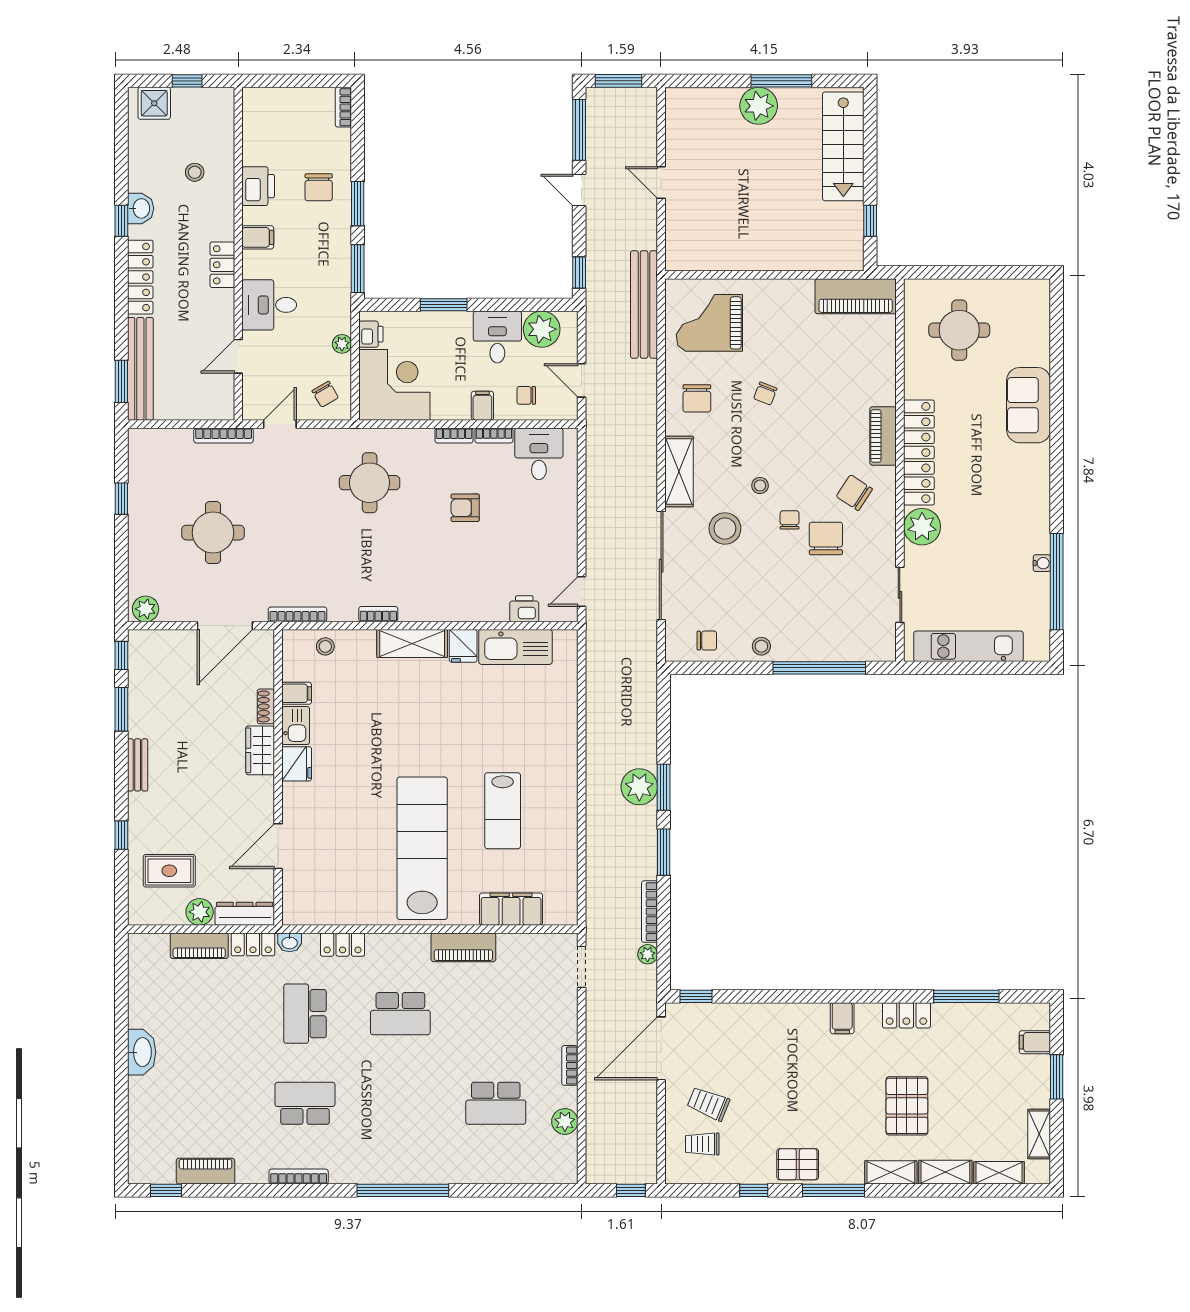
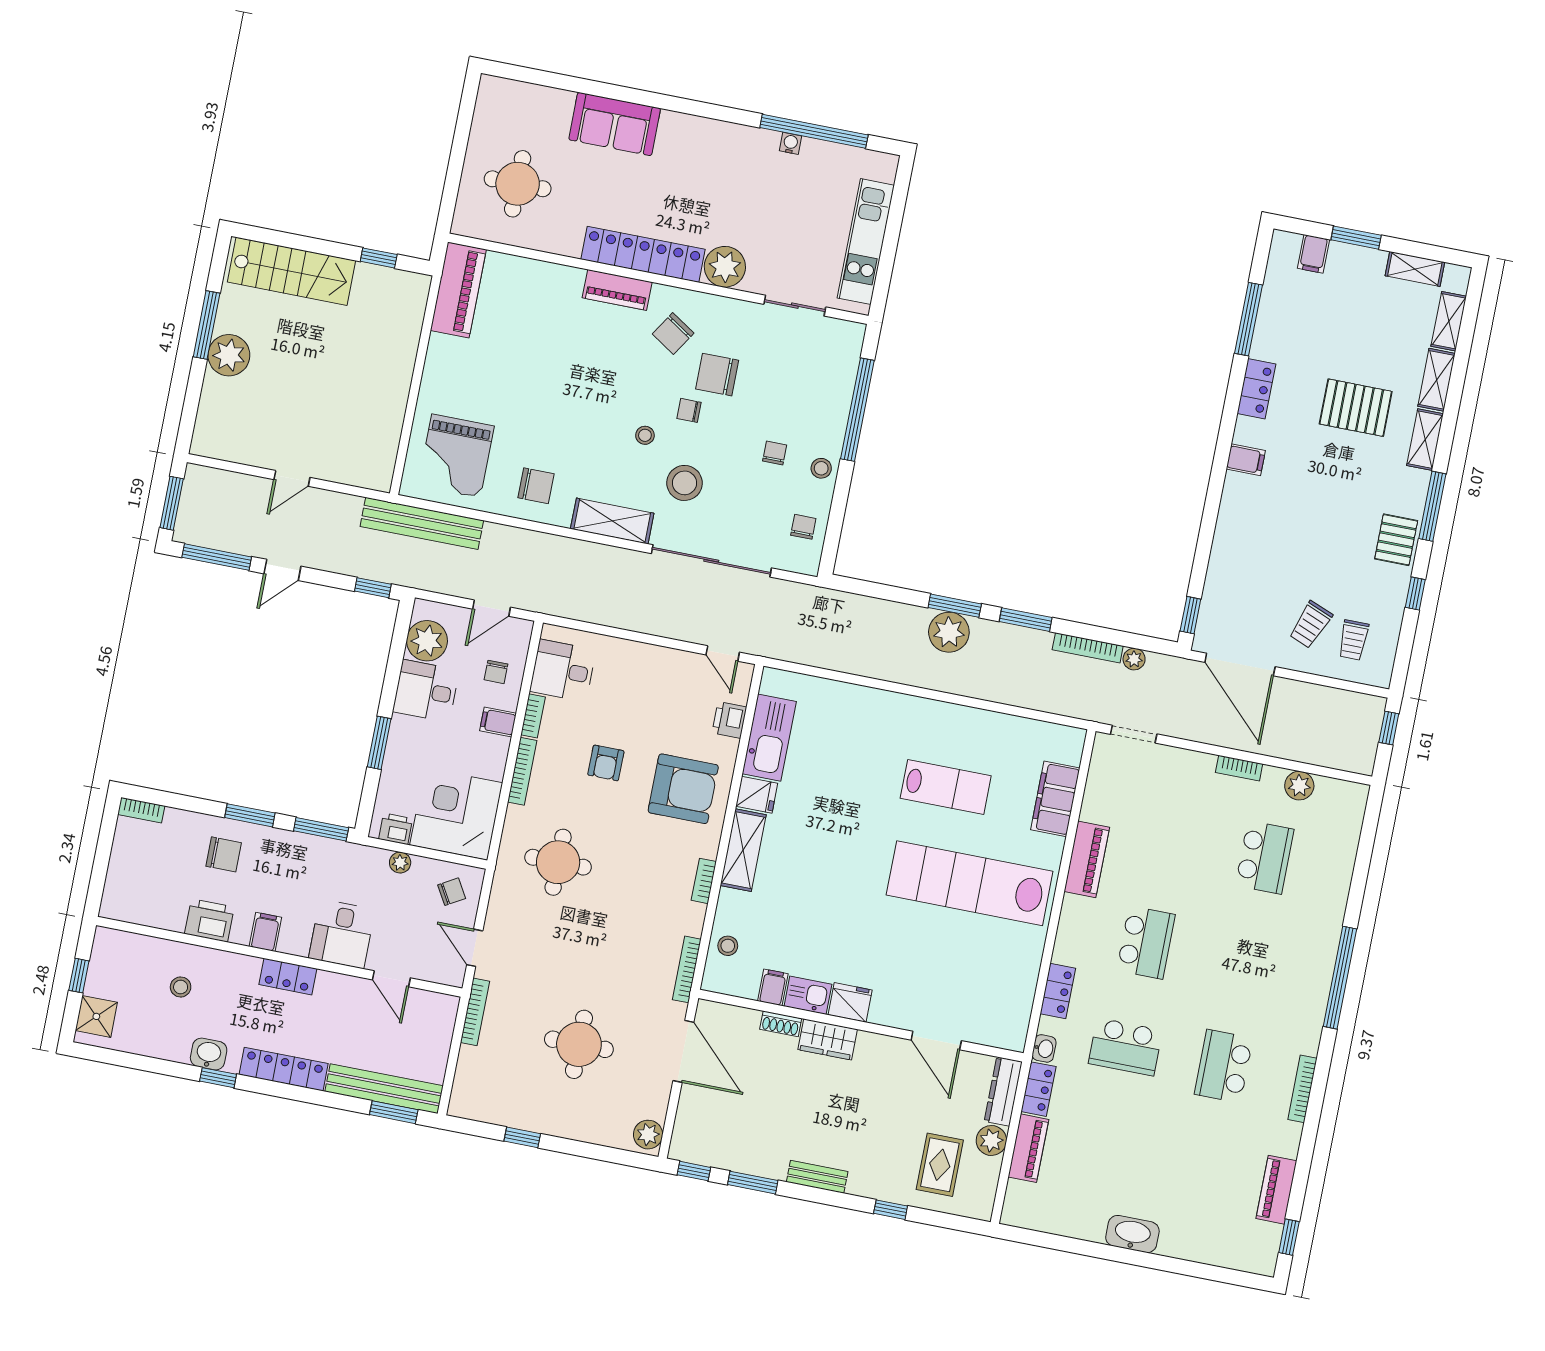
chair: (765, 393) -> (775, 453), moved, turned -111
bookcase: (454, 435) -> (522, 771), width x1.56
armchair: (456, 580) -> (683, 789), added

